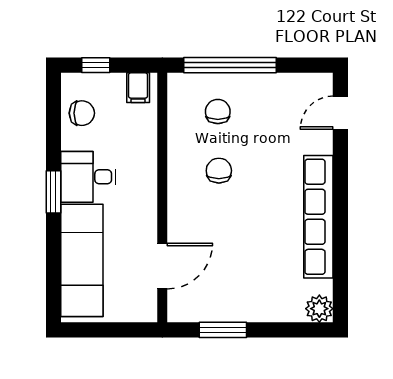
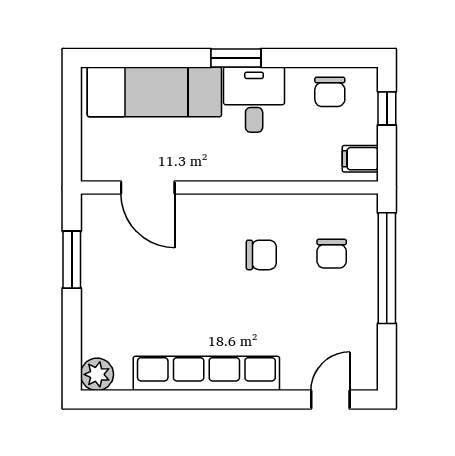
chair: (218, 112) -> (332, 254), turned 90
door: (340, 113) -> (330, 400), hinge flipped

